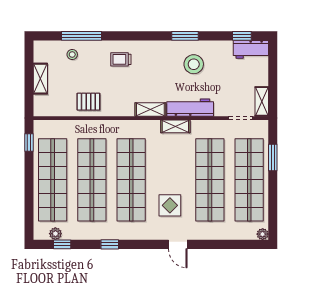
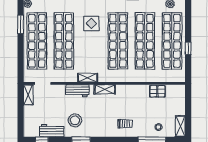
workbench: (251, 49) -> (52, 131), moved
shelving: (40, 79) -> (180, 126), moved
pallet: (88, 102) -> (157, 91), moved
workbench: (190, 108) -> (77, 91), width x0.73
window: (29, 142) -> (188, 48), moved
window: (273, 158) -> (21, 24), moved

